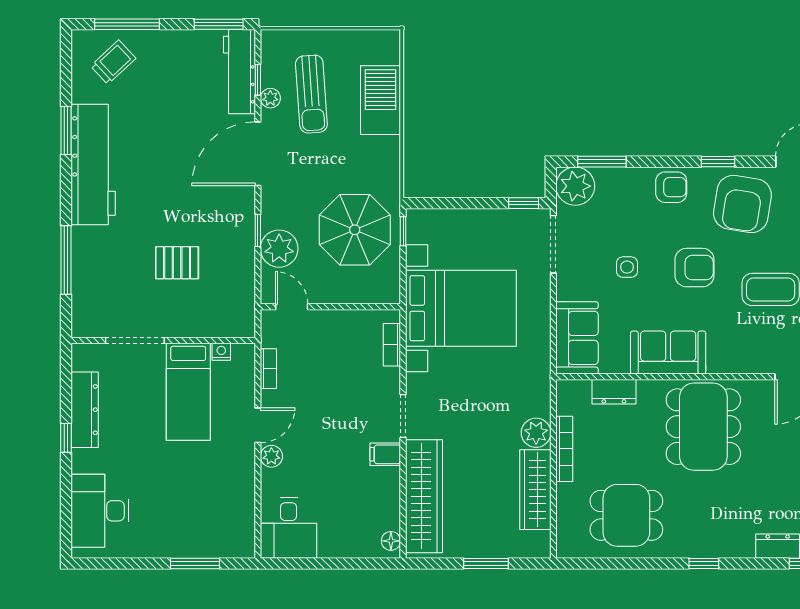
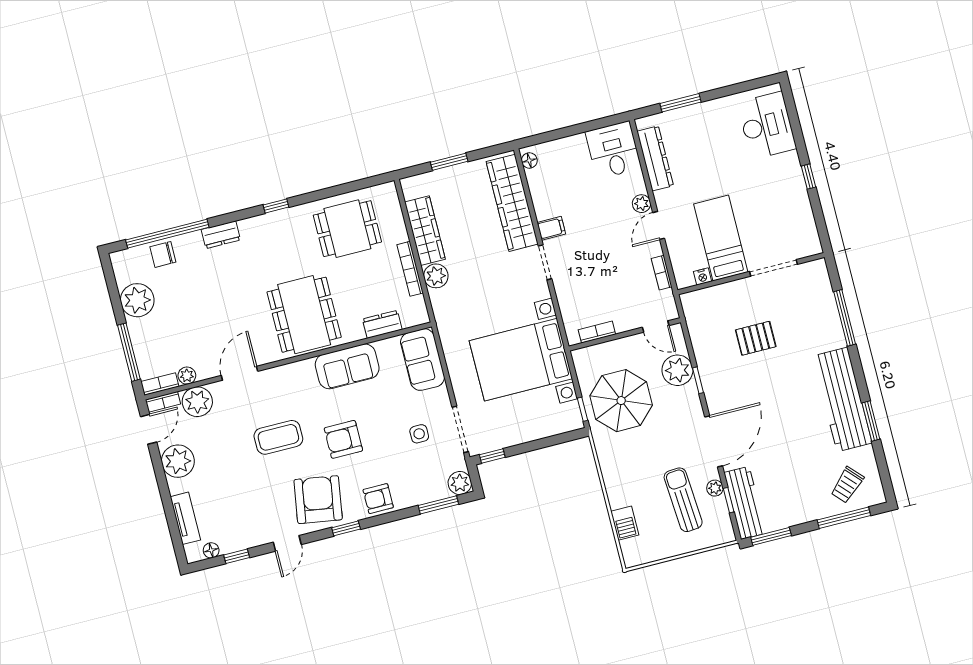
barbecue: (381, 100) -> (625, 523), width x0.53, depth x0.65
plant: (575, 186) -> (460, 483), width x0.73, depth x0.73
side table: (627, 267) -> (419, 434), moved
bookcase: (392, 345) -> (597, 332), moved, turned -90
dresser: (85, 410) -> (655, 158), moved, turned 180

